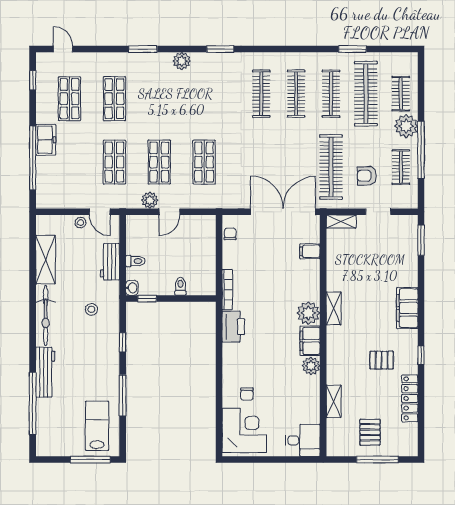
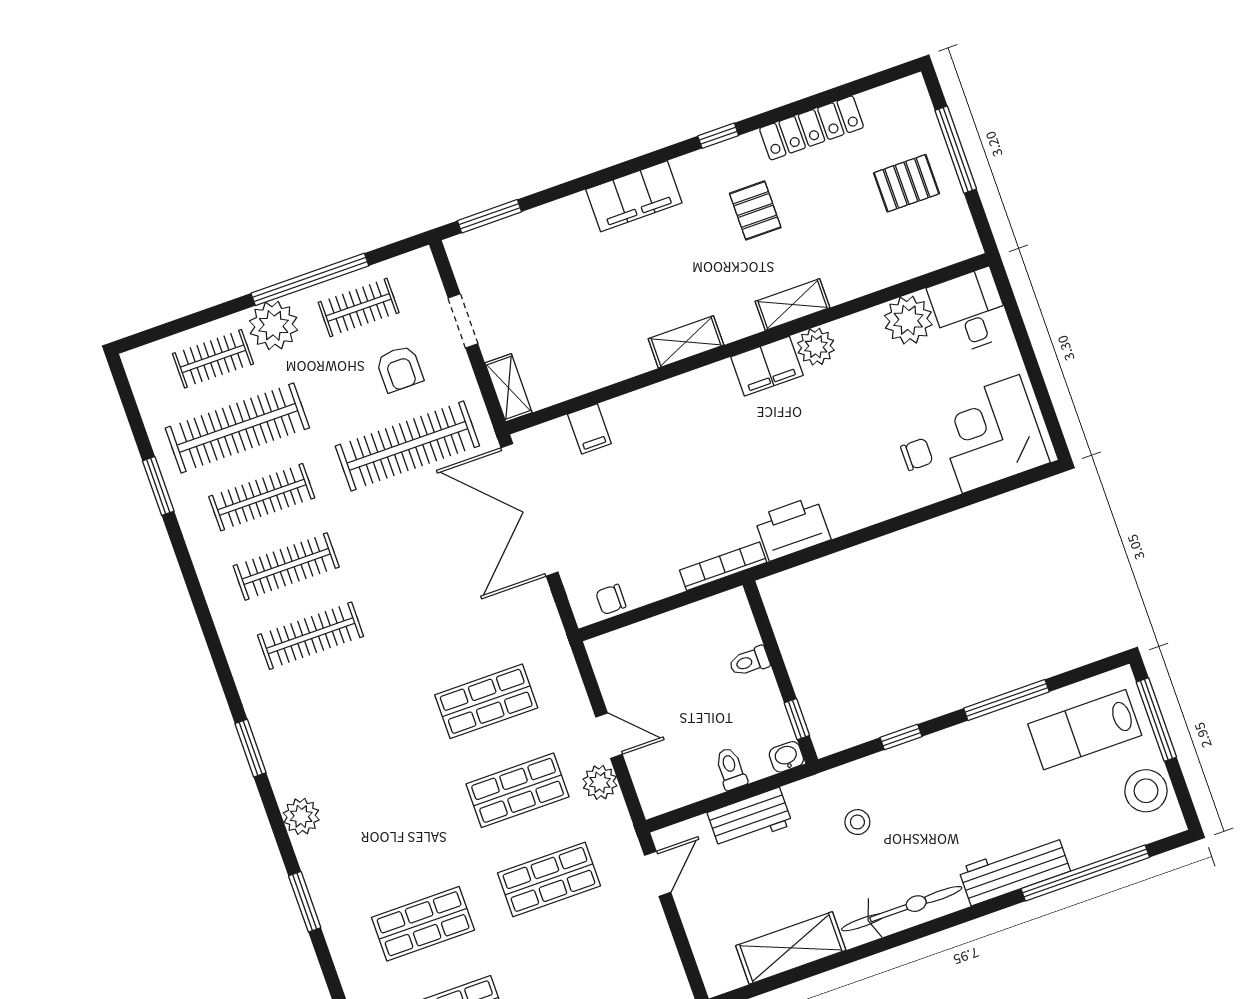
stool: (81, 223) -> (1146, 791), moved, width x1.89, depth x1.89
plant: (308, 313) -> (908, 320), moved
shelving: (334, 401) -> (792, 305), moved

